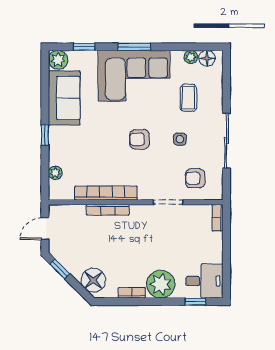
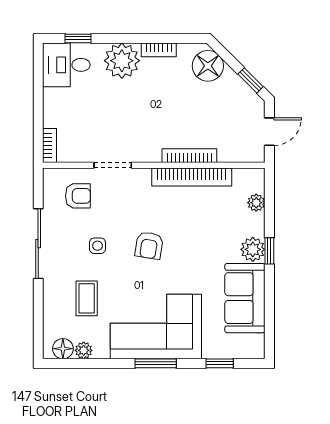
plant: (58, 60) -> (253, 249), moved
armchair: (139, 139) -> (149, 245), turned 99

